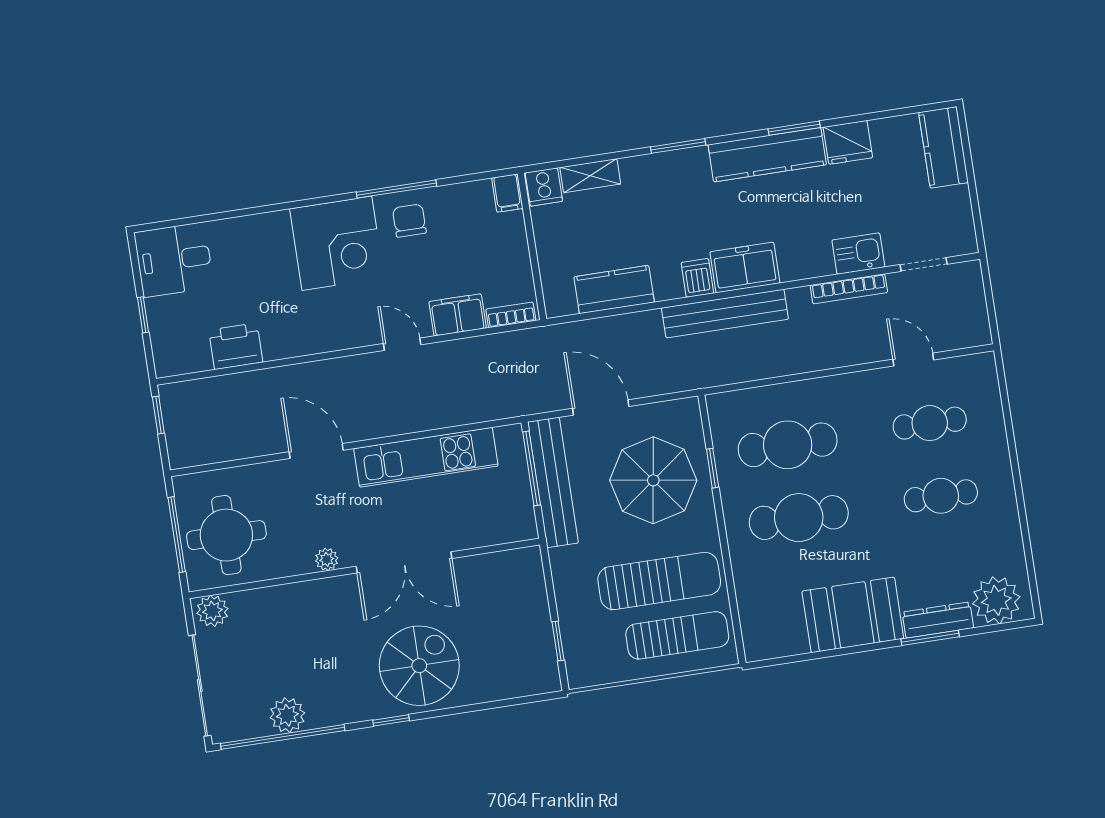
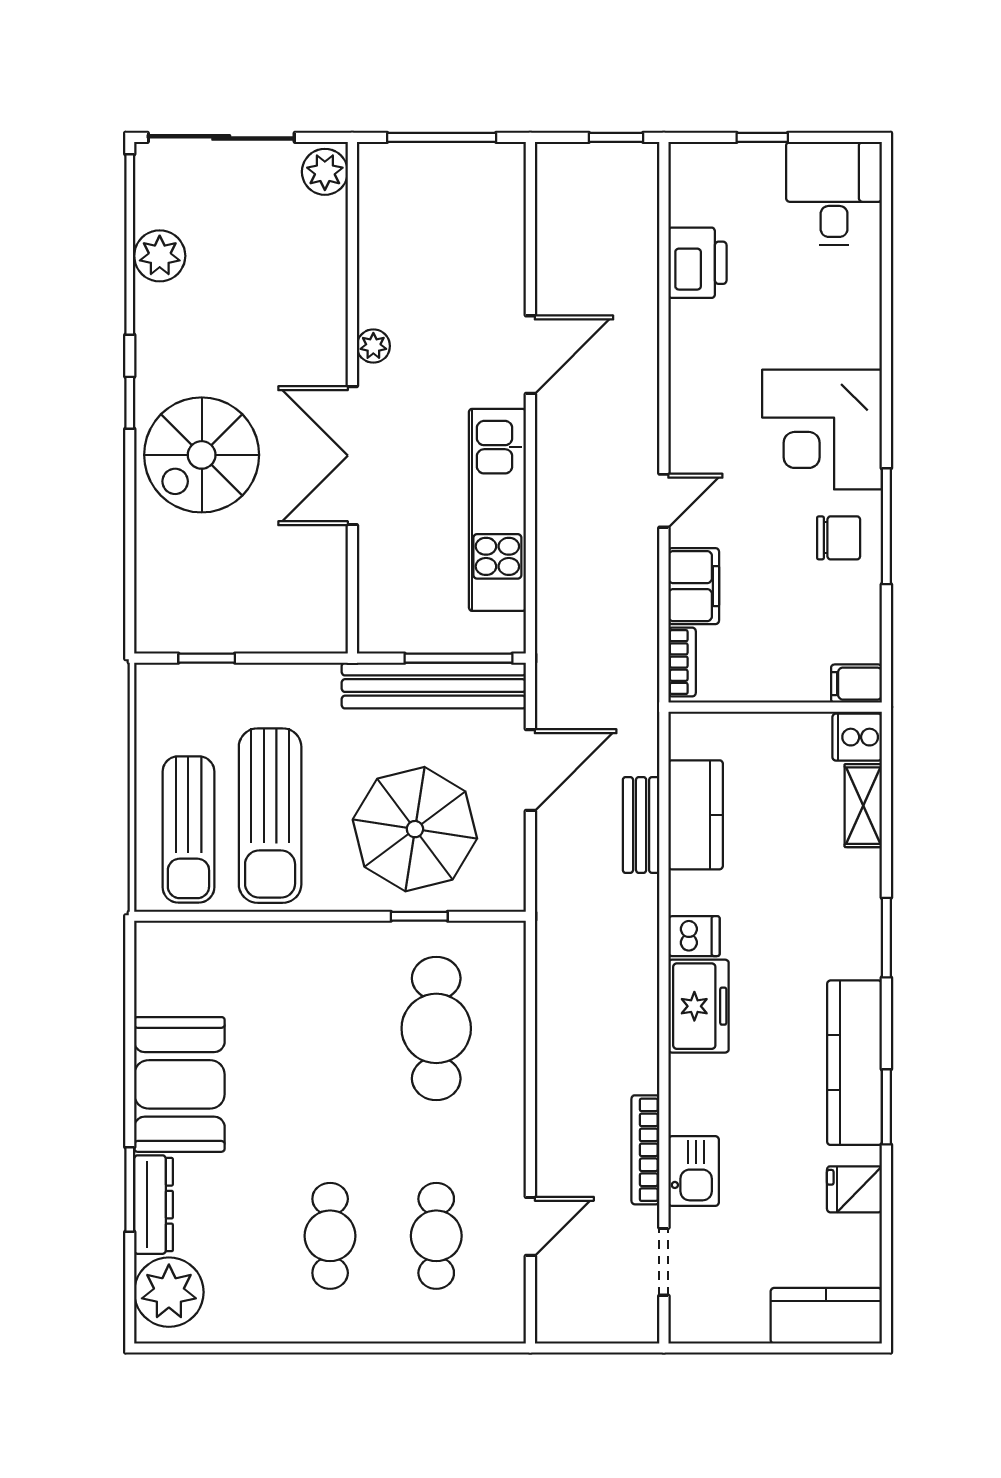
fridge: (848, 142) -> (854, 1189), width x0.72
bench: (725, 314) -> (641, 825), moved, width x0.54, depth x0.82
cafe table: (799, 518) -> (330, 1028), removed
round table: (226, 535) -> (430, 208), removed
spiral stairs: (419, 666) -> (202, 455), turned 90

